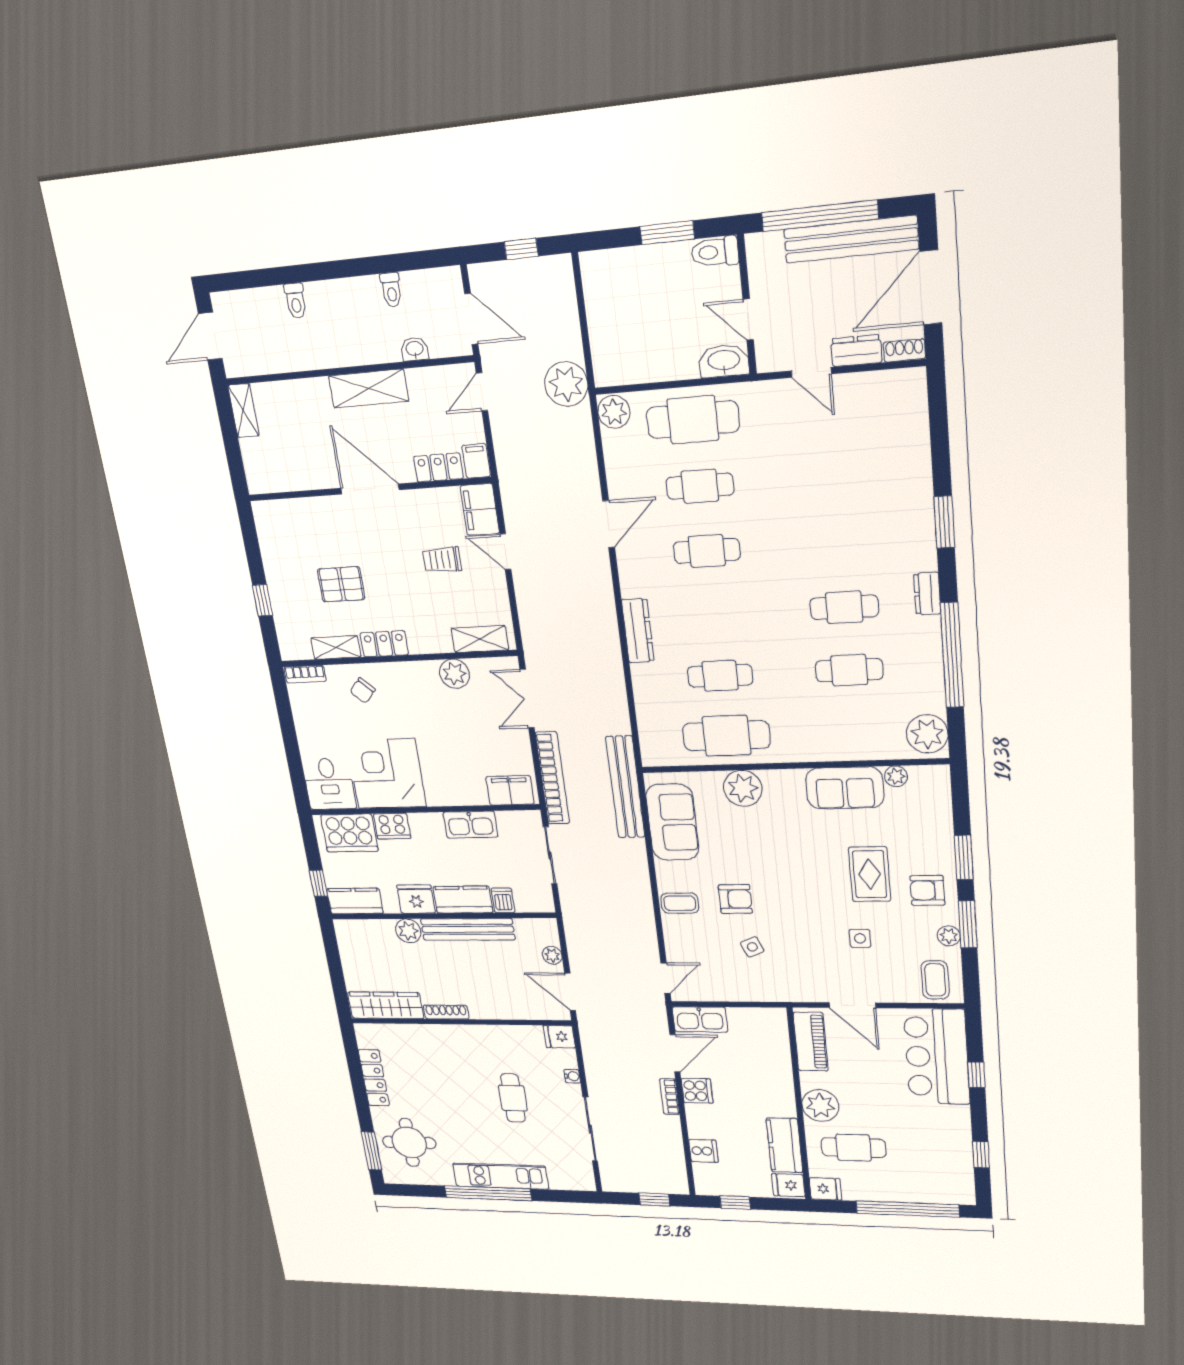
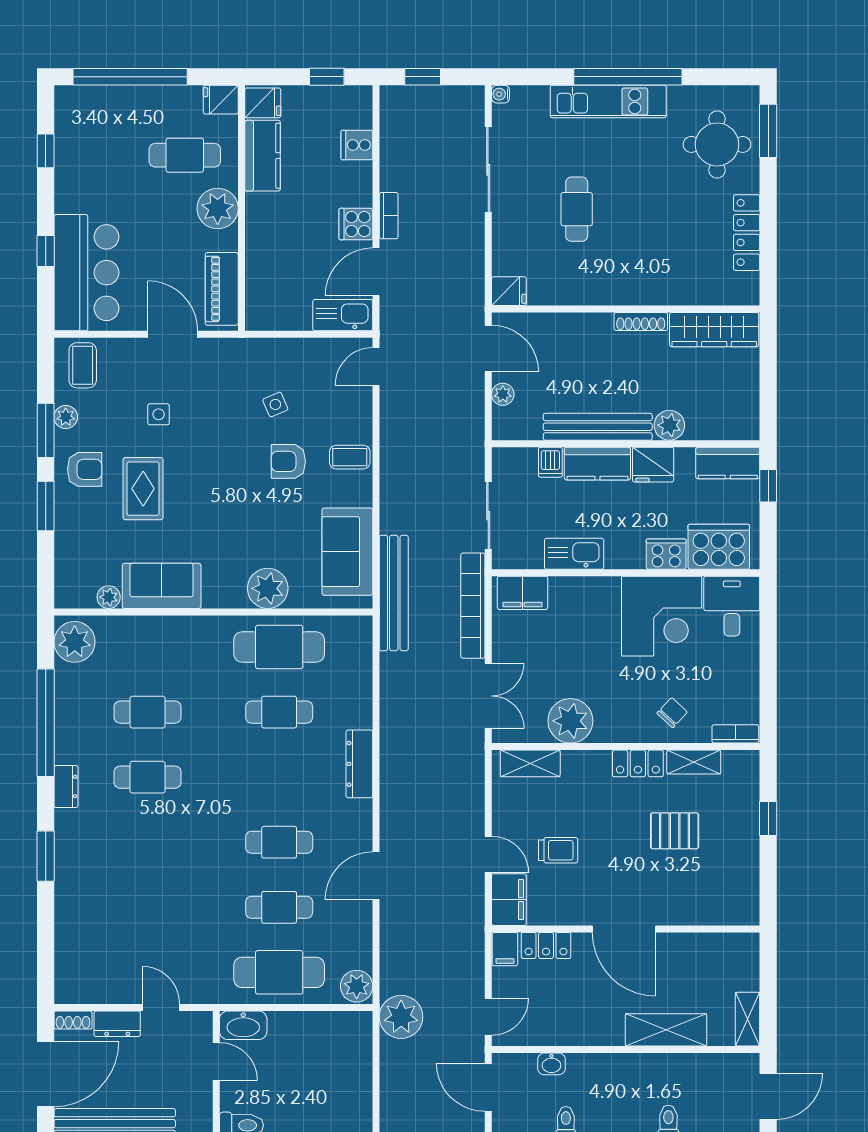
shelving: (369, 389) -> (666, 1030), moved
plant: (455, 674) -> (570, 721), width x1.36, depth x1.36
water cooler: (572, 1076) -> (501, 94), moved

